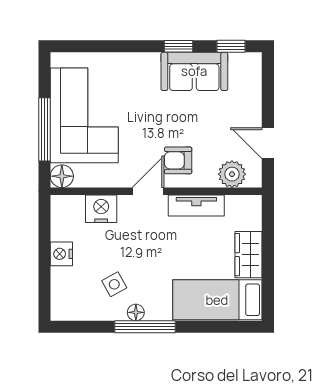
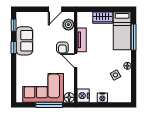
nightstand: (101, 209) -> (83, 96), moved
window: (145, 327) -> (134, 37), moved

